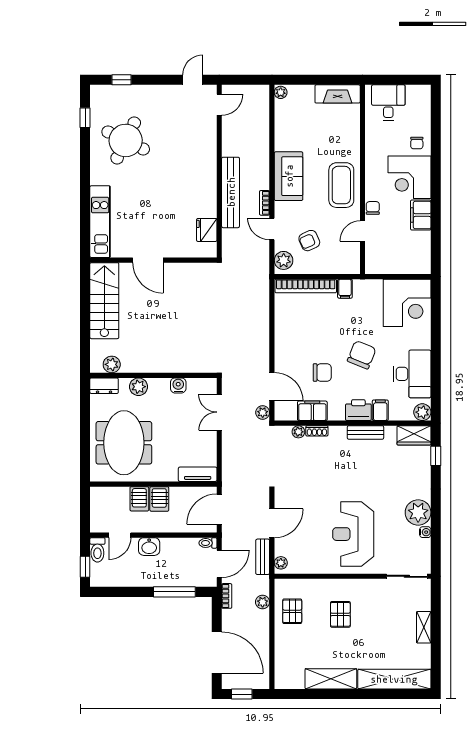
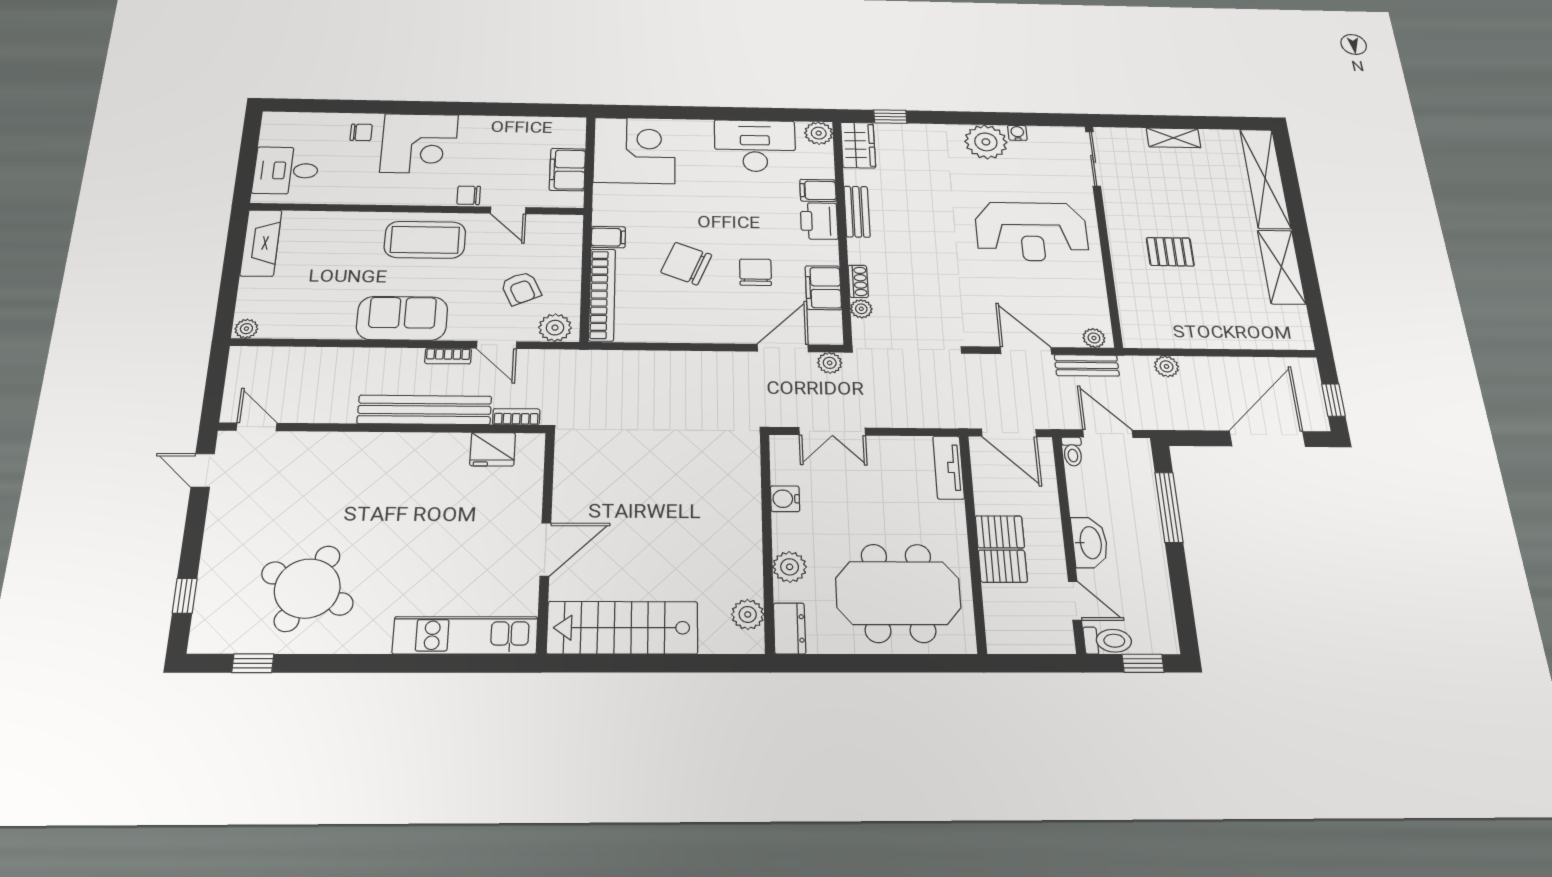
filing cabinet: (421, 215) -> (567, 170), moved, turned 90
door: (272, 229) -> (497, 345), hinge flipped
chair: (362, 355) -> (686, 264), moved
washbasin: (149, 547) -> (1090, 543), width x1.38
bookcase: (227, 596) -> (516, 417), moved
pallet: (292, 611) -> (1176, 322), removed

